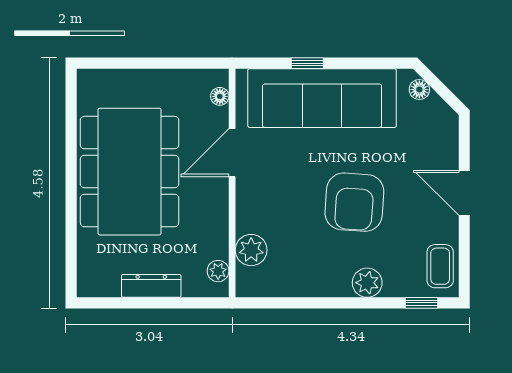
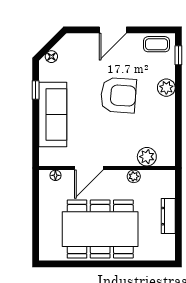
window: (307, 63) -> (36, 90), moved
sofa: (322, 98) -> (53, 114), width x0.74, depth x0.79
door: (232, 153) -> (89, 168), hinge flipped
plant: (218, 271) -> (134, 176), moved

